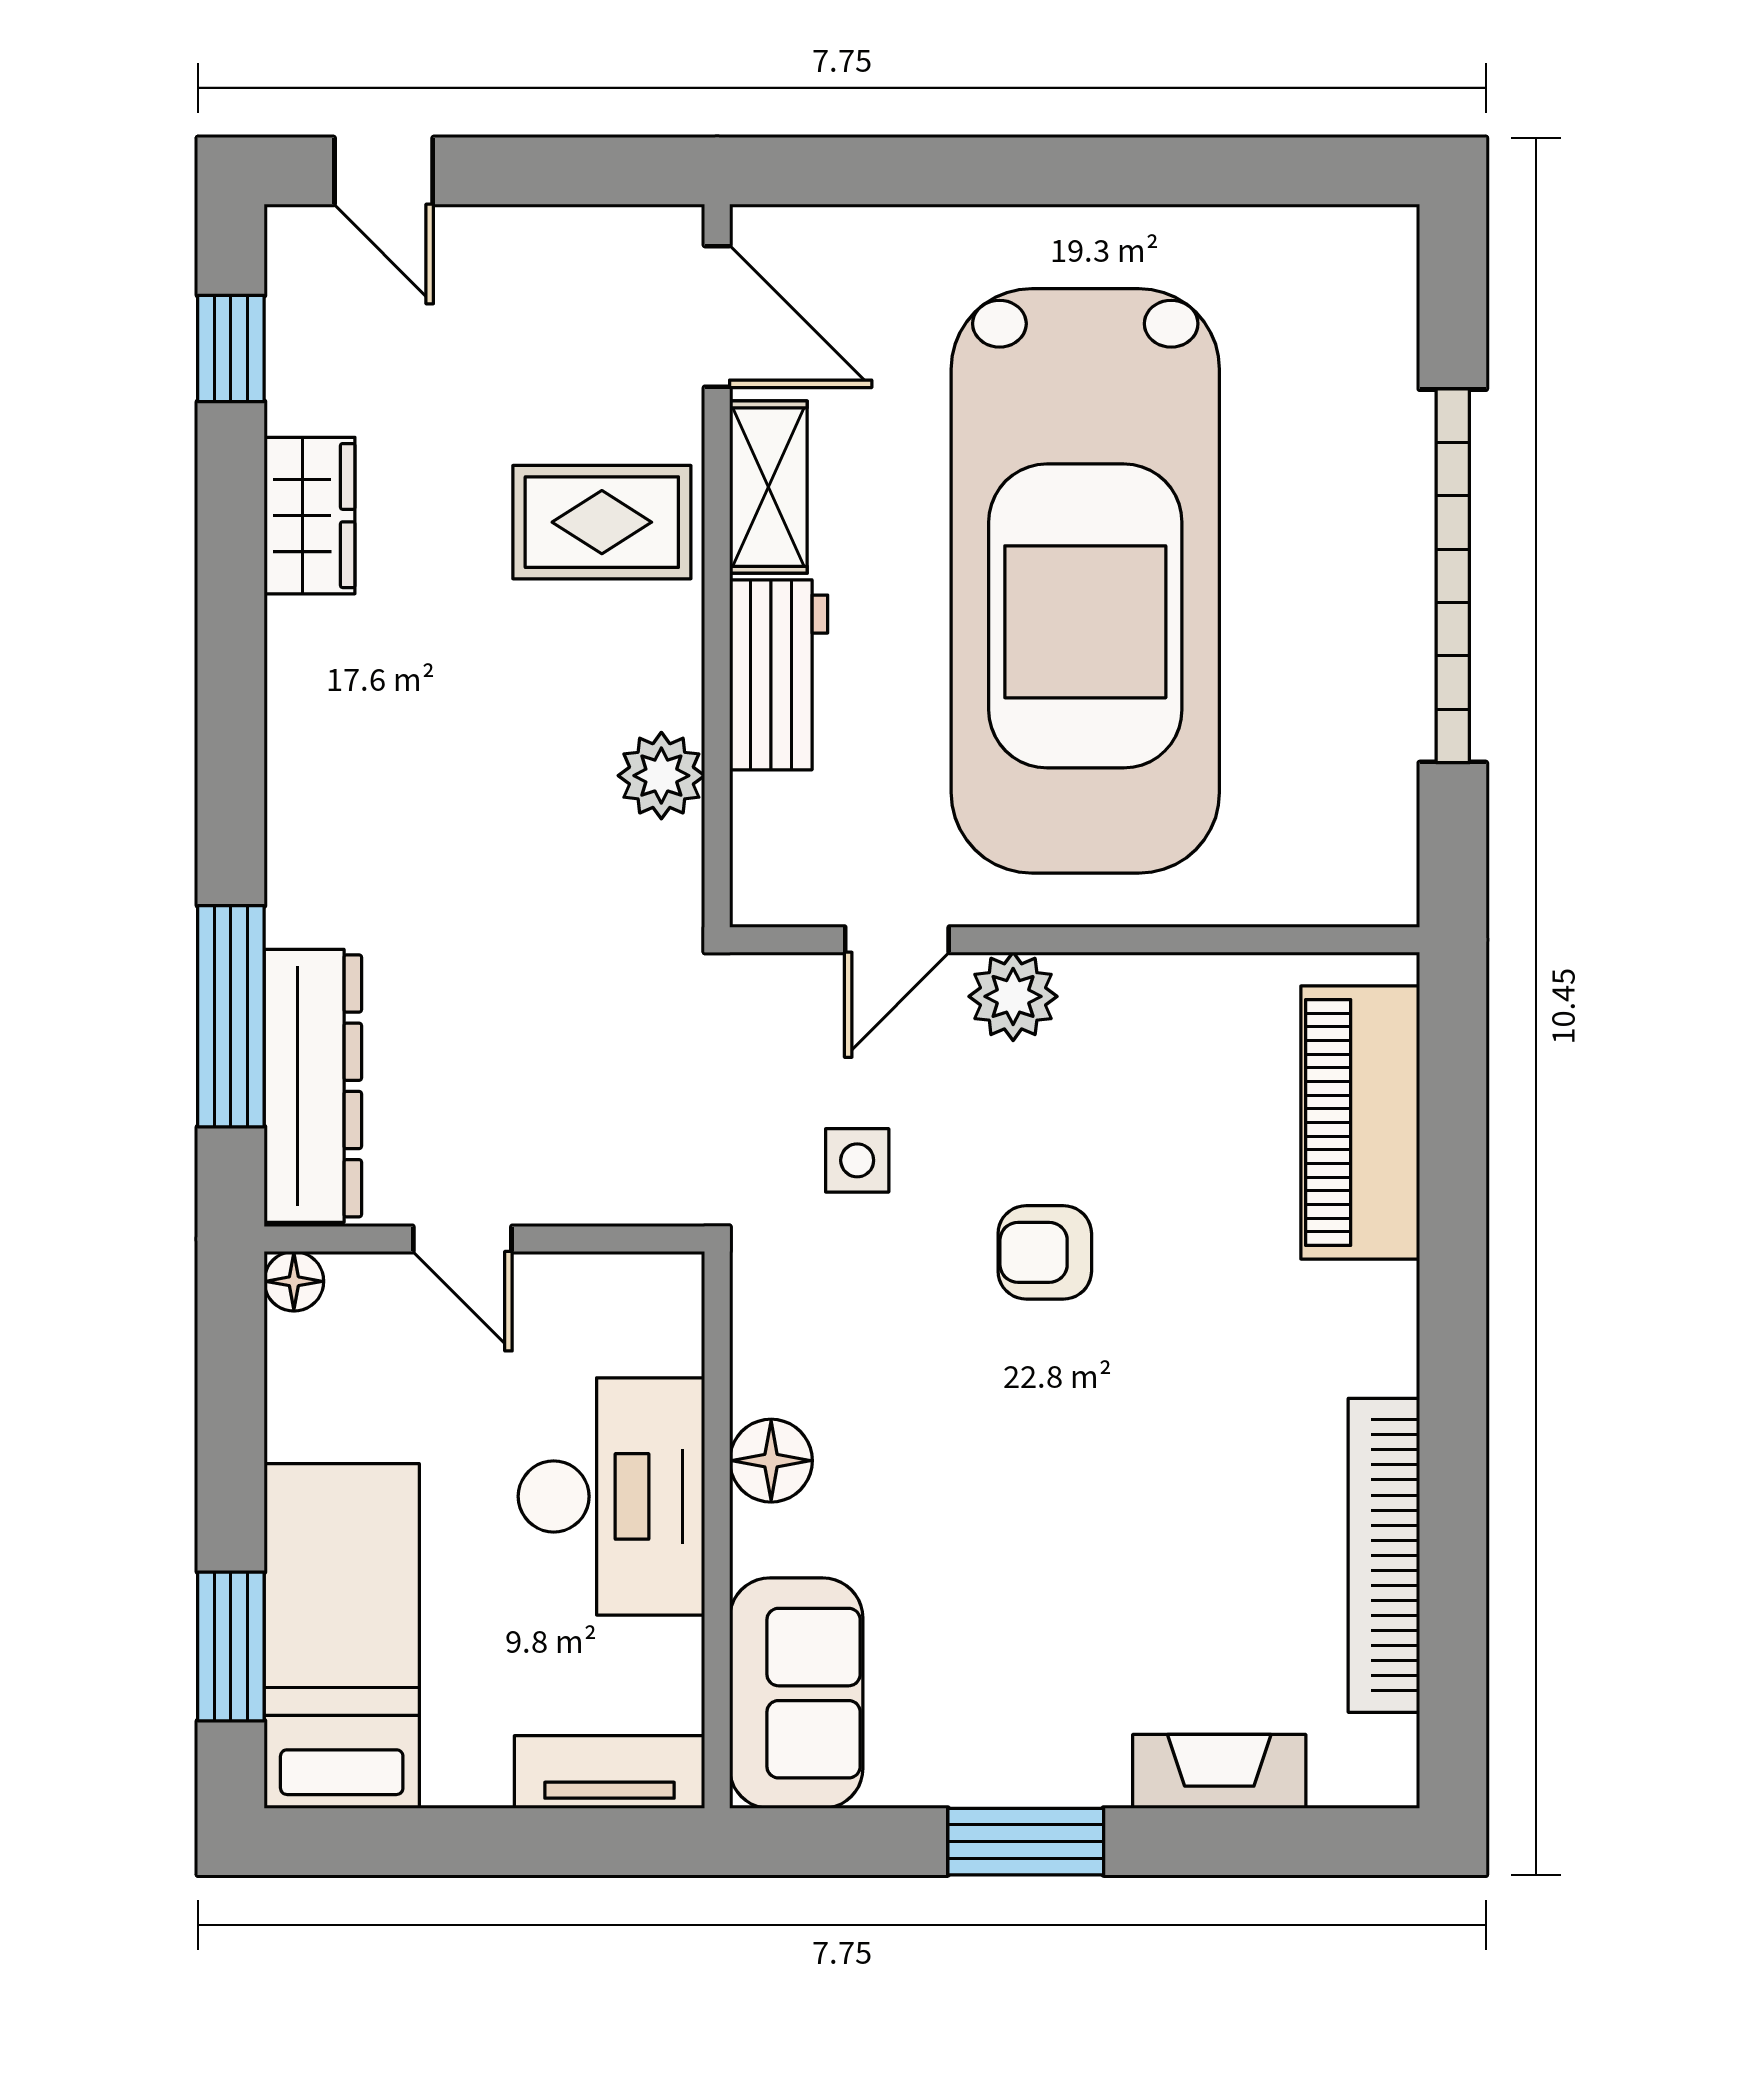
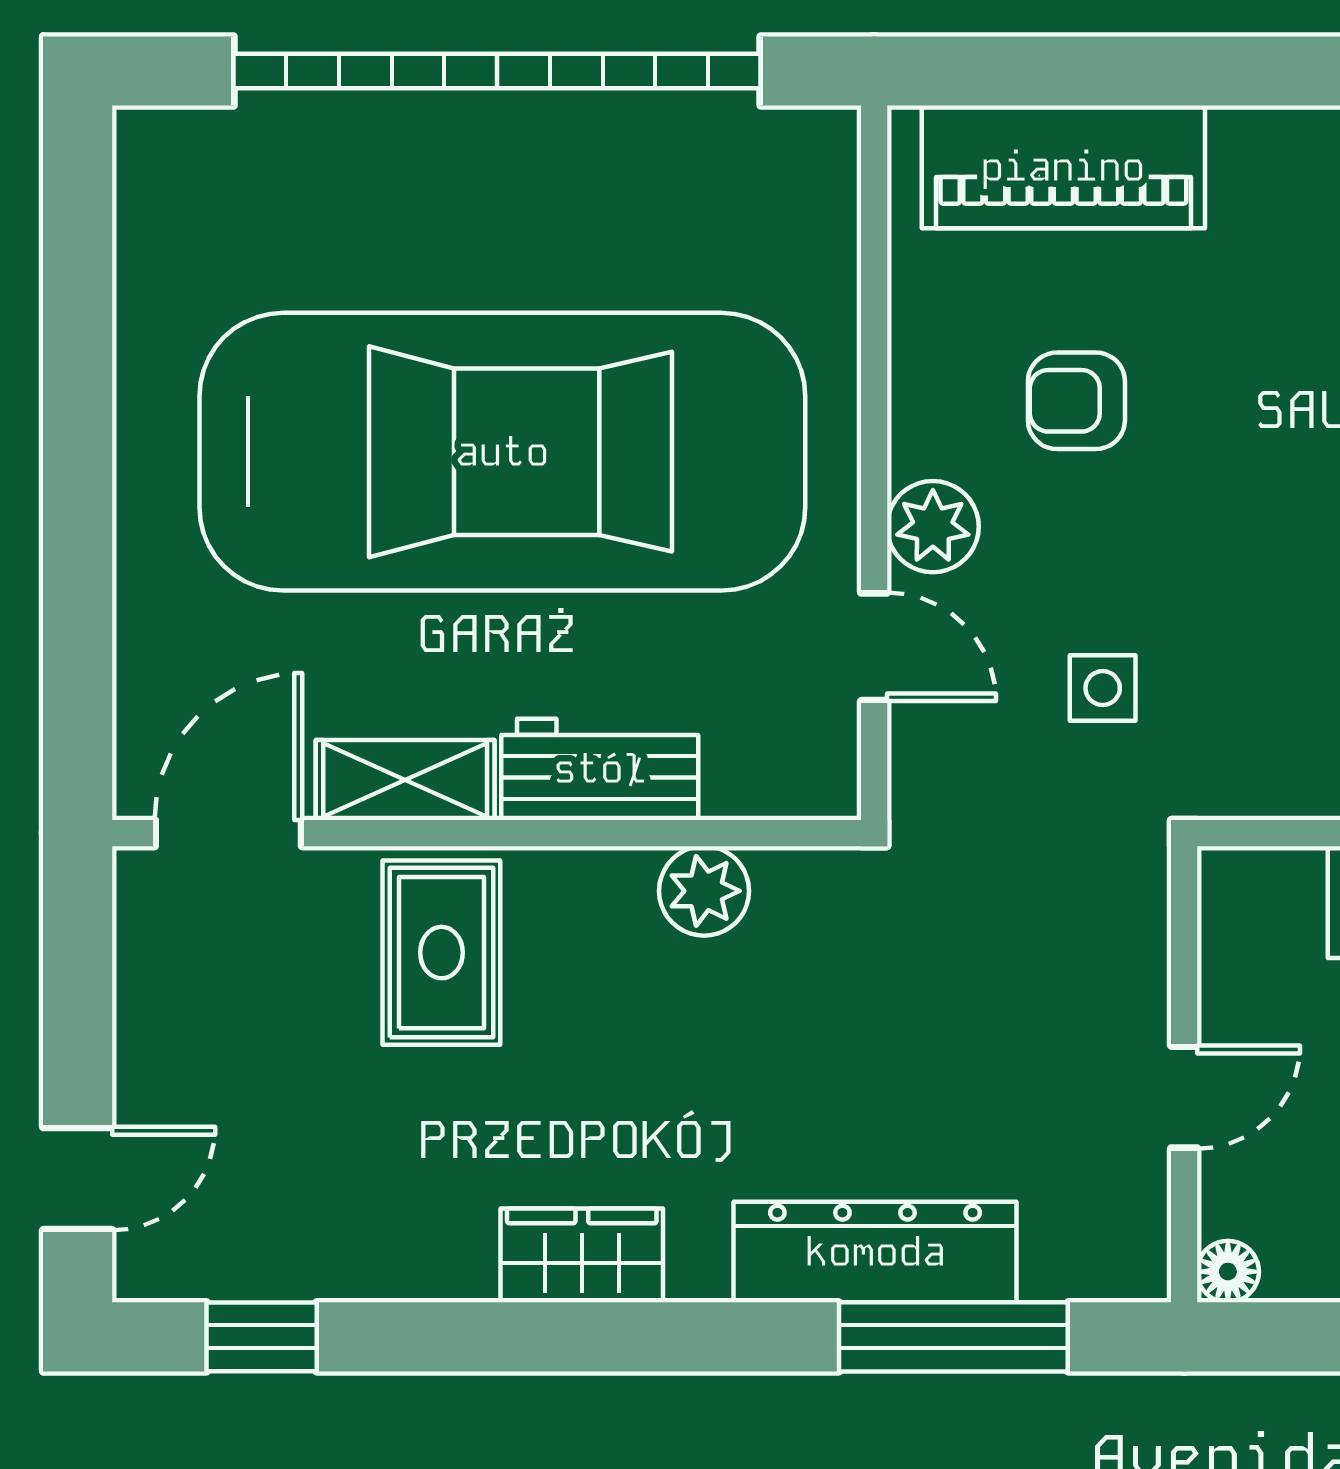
wardrobe: (310, 516) -> (582, 1255), moved
garage door: (1453, 576) -> (497, 71), width x1.36
dresser: (313, 1086) -> (875, 1252), moved
armchair: (1045, 1252) -> (1076, 401), moved, turned 90

